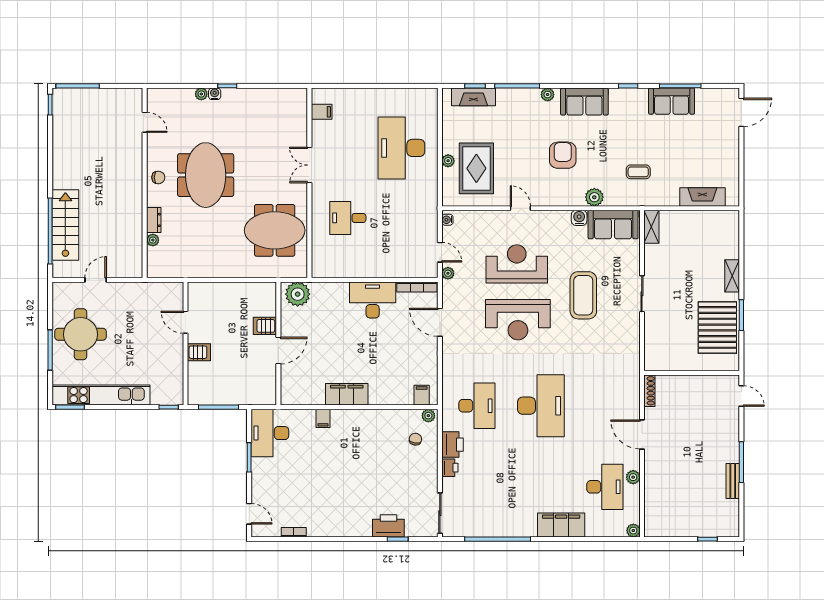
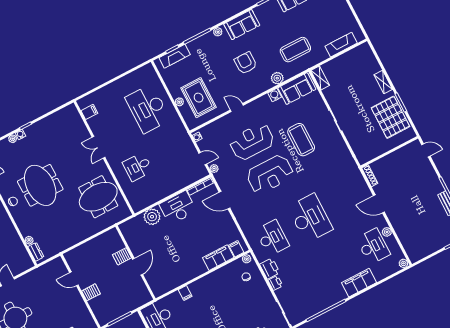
coffee table: (638, 172) -> (295, 50), width x1.86, depth x1.72
dresser: (154, 220) -> (36, 252), moved
plant: (298, 294) -> (152, 217), moved
filing cabinet: (347, 394) -> (218, 258), moved

